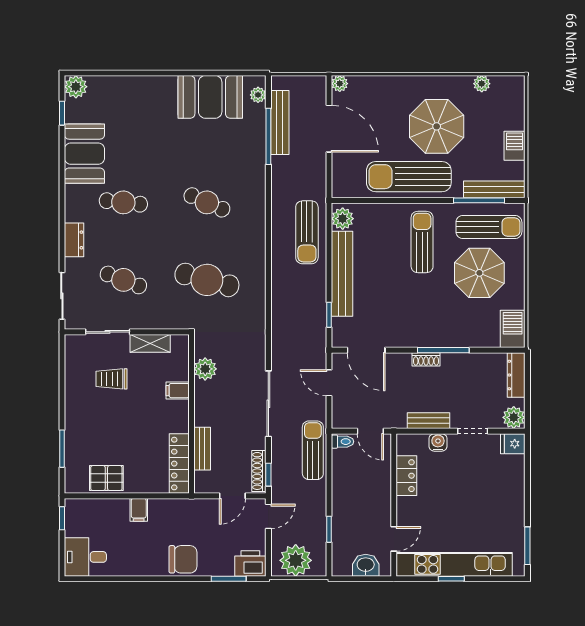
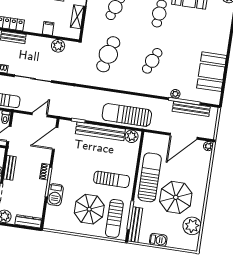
plant: (482, 84) -> (192, 226), width x1.88, depth x1.88
plant: (258, 95) -> (175, 94), moved
sun lounger: (307, 232) -> (127, 115), width x1.36, depth x1.34
barbecue: (513, 329) -> (55, 195), moved, turned 90

